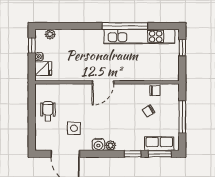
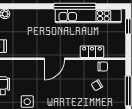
locker: (143, 75) -> (92, 52), added

